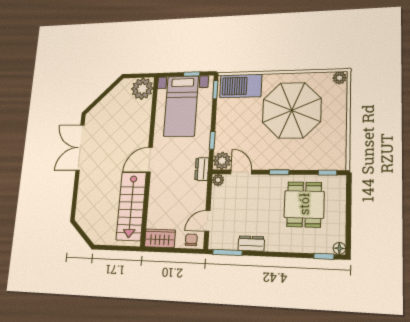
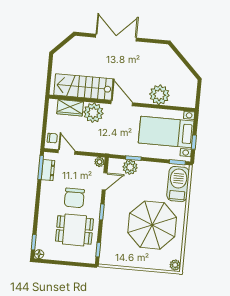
plant: (142, 89) -> (159, 95), moved
double door: (80, 148) -> (116, 38), moved
plant: (222, 161) -> (130, 167), moved
dresser: (202, 169) -> (110, 149), removed
plant: (160, 192) -> (93, 113), added
chair: (263, 208) -> (74, 198), added
wardrobe: (160, 238) -> (70, 108), moved, turned 90
dresser: (251, 244) -> (48, 170), moved

